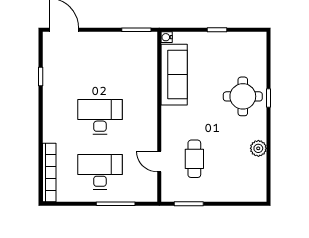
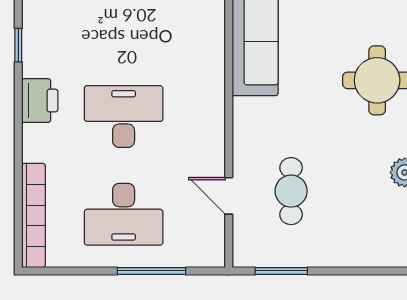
printer: (53, 108) -> (40, 101), added
desk: (100, 172) -> (124, 214), turned 180

